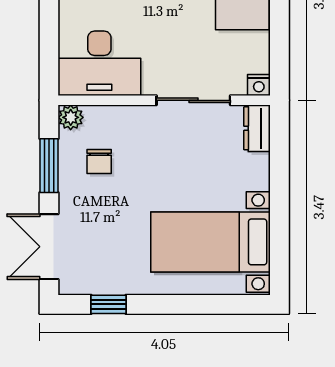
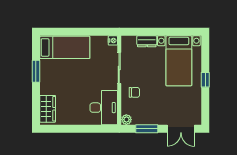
dresser: (257, 128) -> (147, 41), moved
chair: (99, 161) -> (134, 92), moved
window: (109, 304) -> (205, 80), moved

